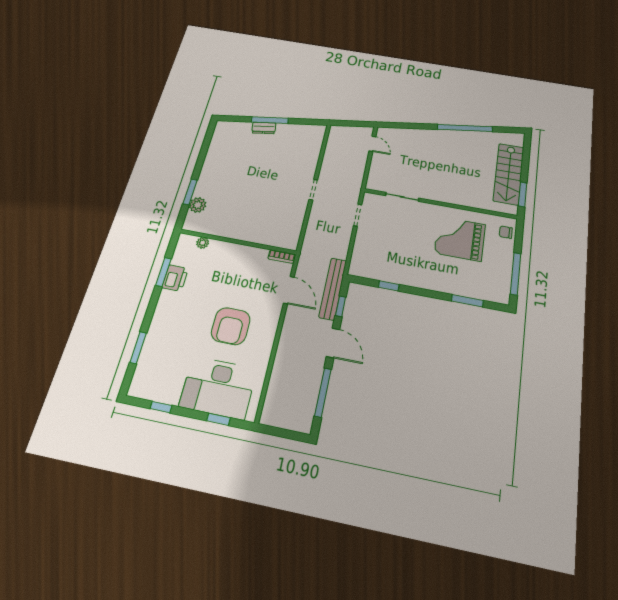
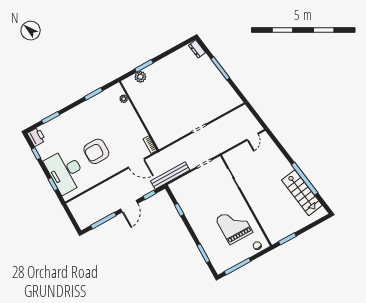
dresser: (264, 128) -> (197, 49), moved
stairs: (509, 174) -> (302, 193), moved, turned -98
printer: (175, 278) -> (36, 137), moved, turned -90
bench: (333, 289) -> (170, 175), moved
door: (289, 290) -> (136, 163), hinge flipped

